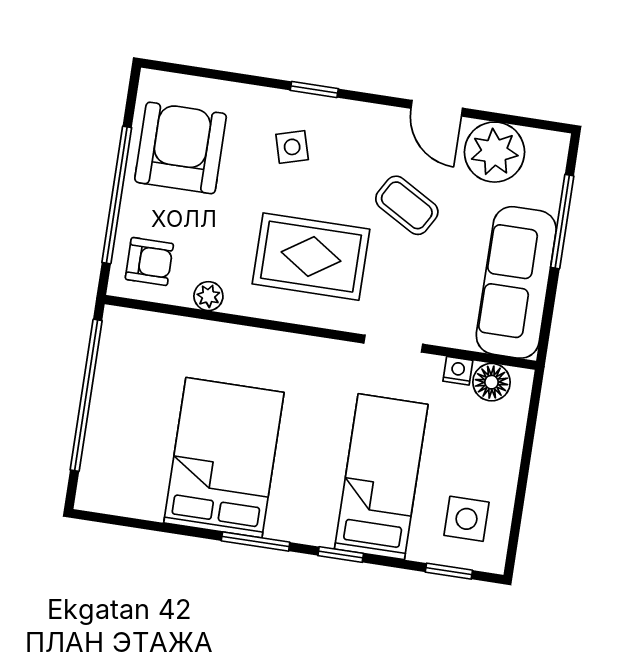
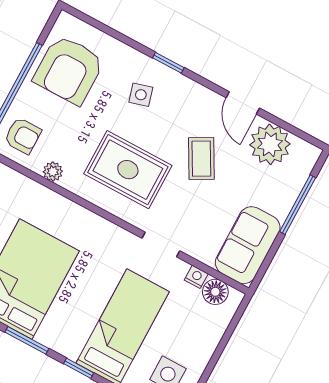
armchair: (181, 148) -> (69, 70), turned 180
coffee table: (407, 205) -> (201, 159), turned 31
sofa: (516, 282) -> (248, 245), width x0.73

